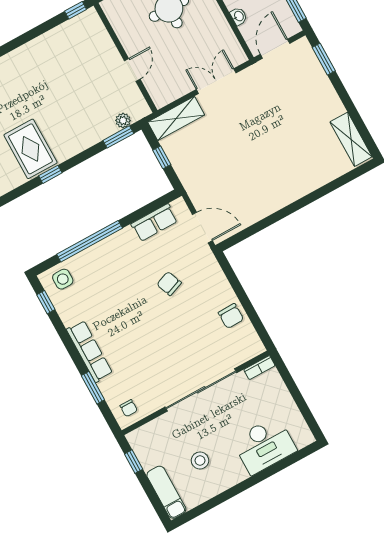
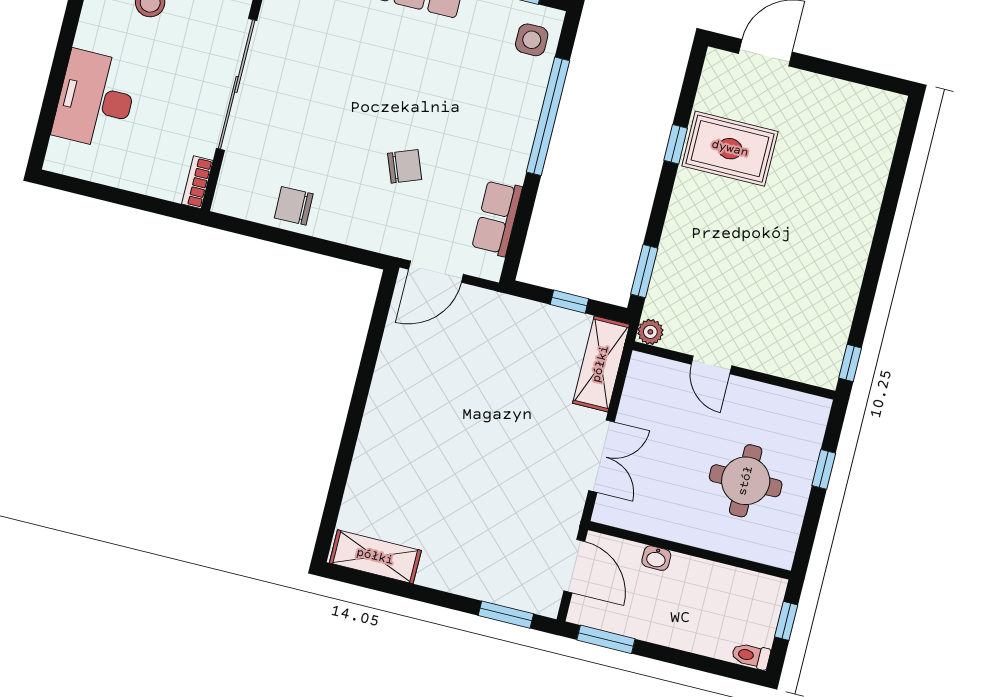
plant: (123, 121) -> (650, 332), moved

